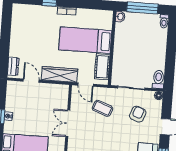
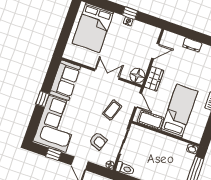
dresser: (13, 66) -> (192, 45), moved
wardrobe: (60, 74) -> (154, 79), width x0.67
door: (86, 85) -> (138, 100), swing flipped
floor lamp: (61, 92) -> (137, 76), added

